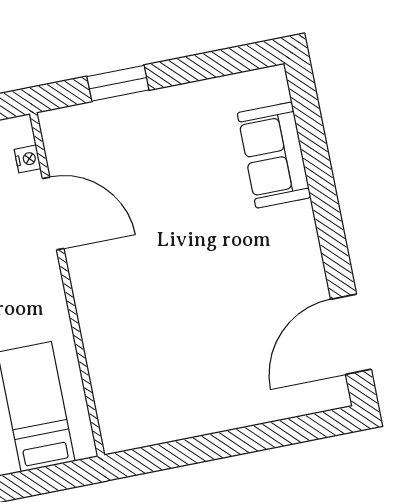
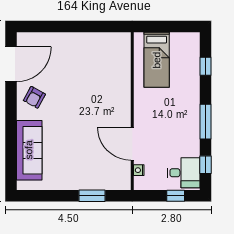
sofa: (274, 155) -> (29, 150), width x1.36
armchair: (286, 272) -> (34, 97), added

